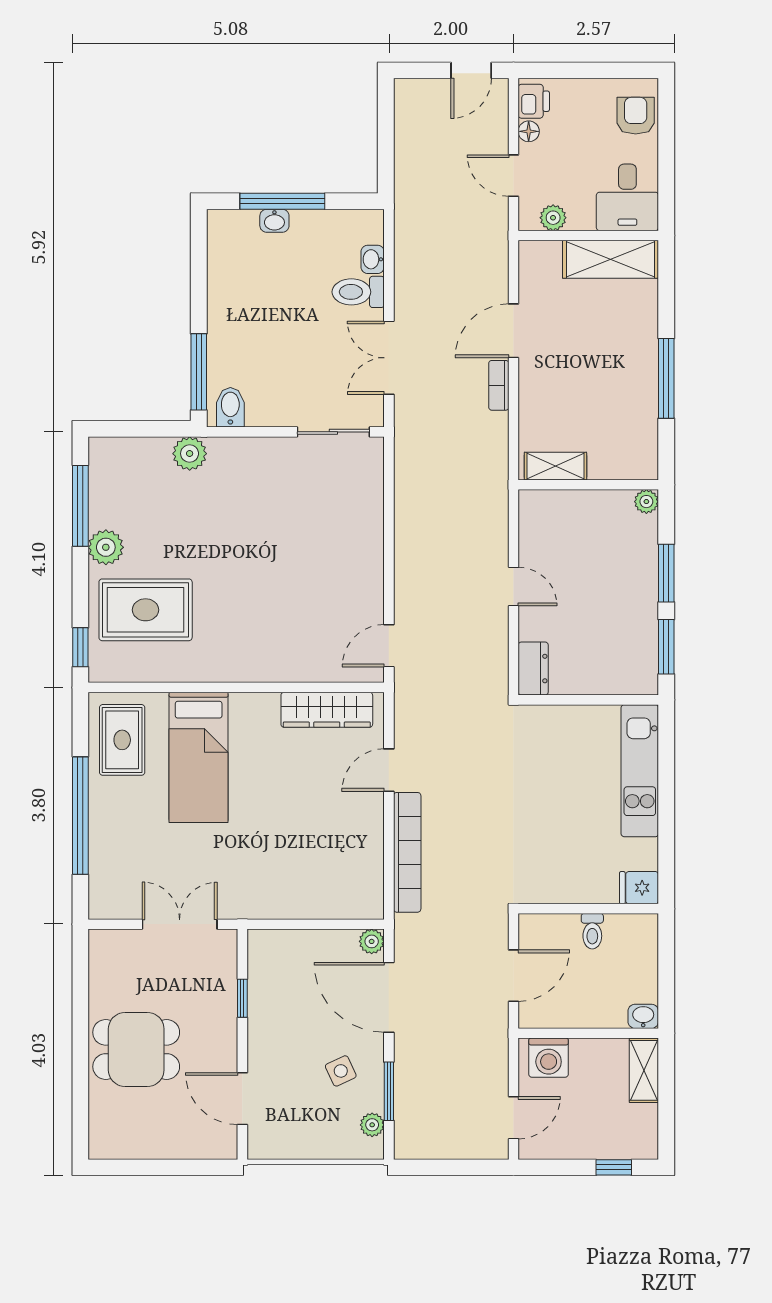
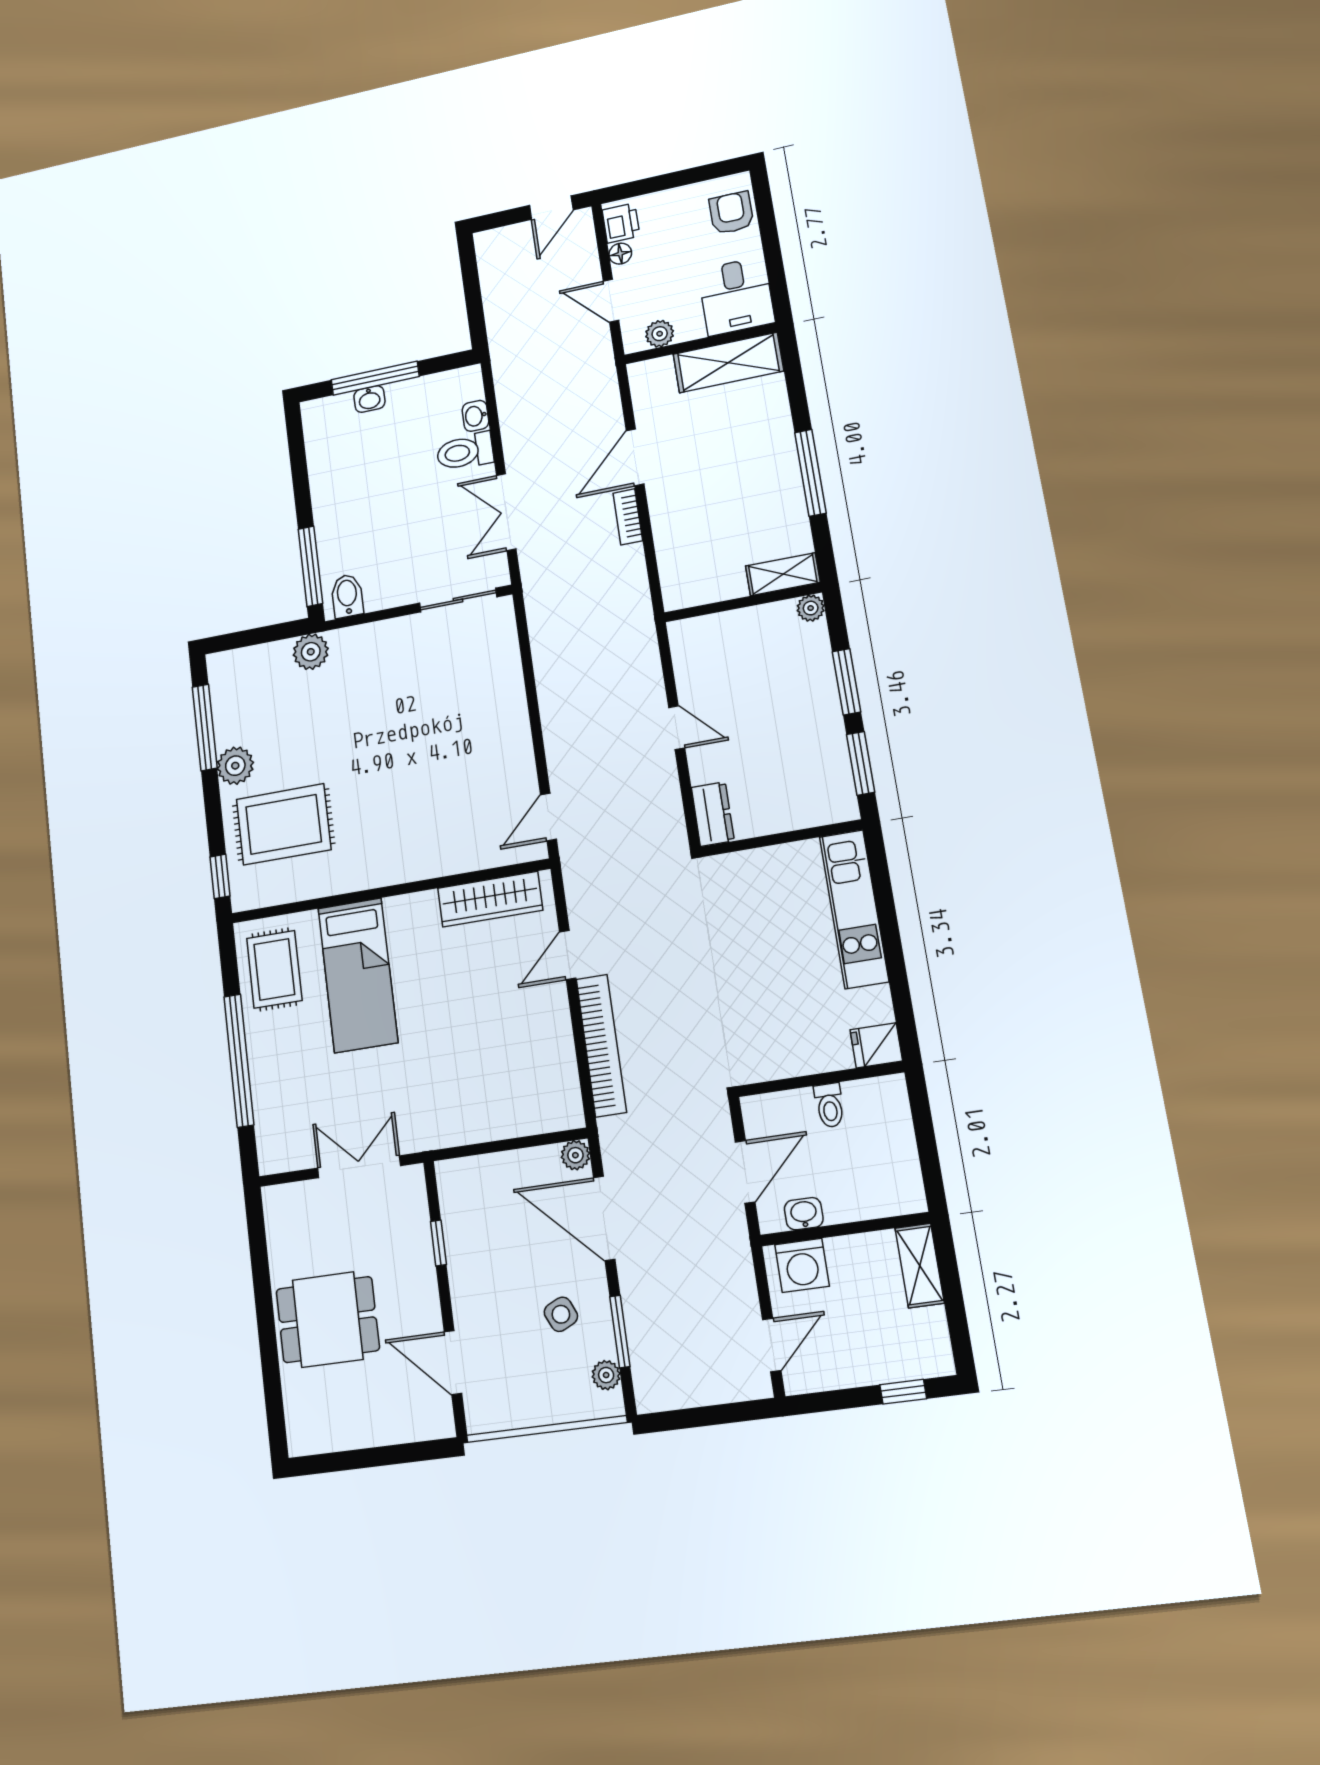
shelving: (555, 466) -> (783, 574), moved
washbasin: (643, 1016) -> (804, 1214), moved

